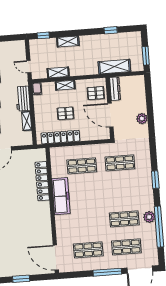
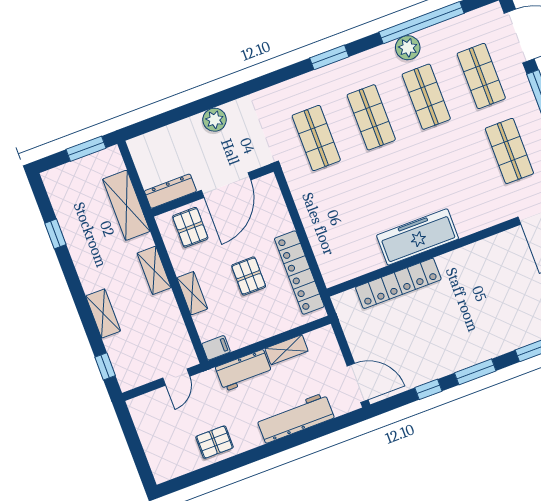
shelving: (58, 72) -> (154, 270), moved
shop shelf: (82, 166) -> (371, 117), moved

